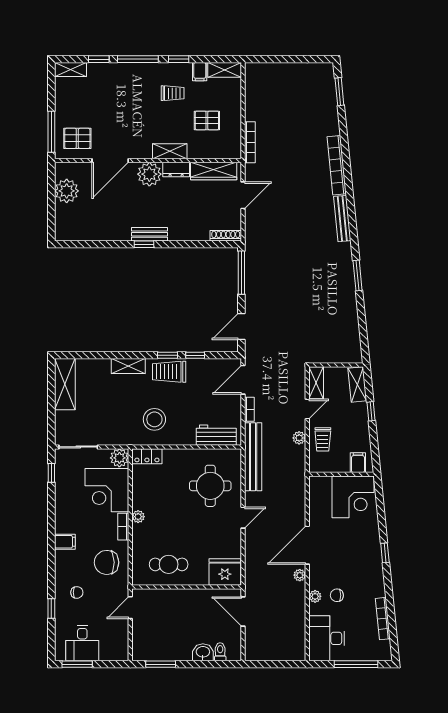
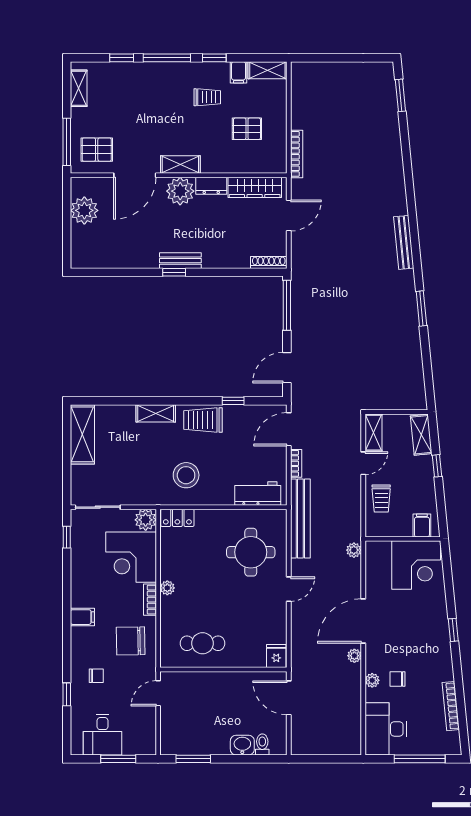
shelving: (70, 70) -> (79, 88), moved, turned 90
shelving: (170, 151) -> (180, 165), moved
bookcase: (337, 165) -> (397, 181), removed
window: (168, 355) -> (201, 401), removed
plant: (299, 438) -> (354, 550), moved
fridge: (225, 572) -> (276, 656), width x0.53, depth x0.75
window: (77, 664) -> (118, 759), moved

